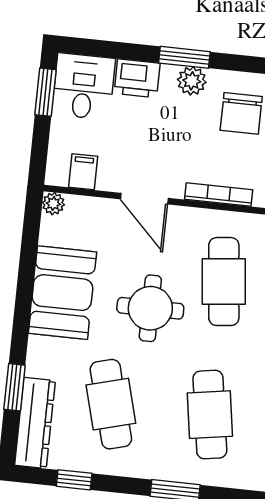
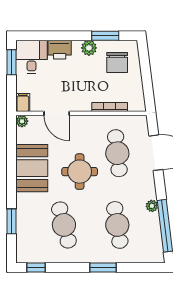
window: (184, 57) -> (105, 36), moved
filing cabinet: (83, 172) -> (23, 102), moved
door: (144, 199) -> (57, 113), moved
dresser: (35, 423) -> (24, 239), removed
window: (74, 480) -> (36, 267), moved

